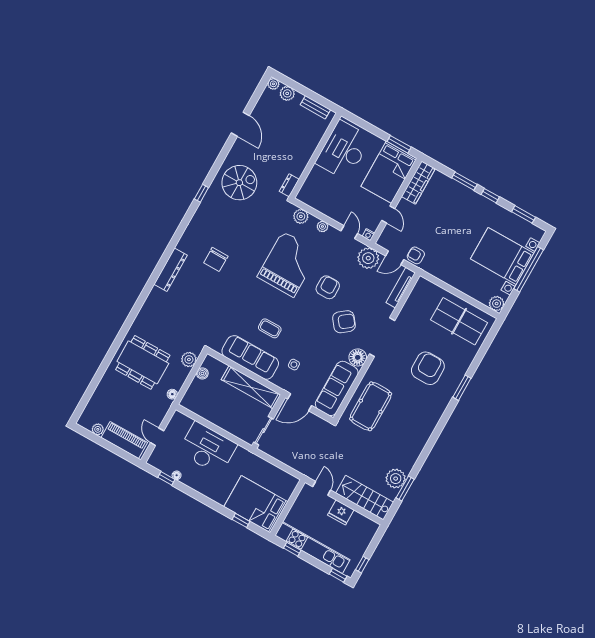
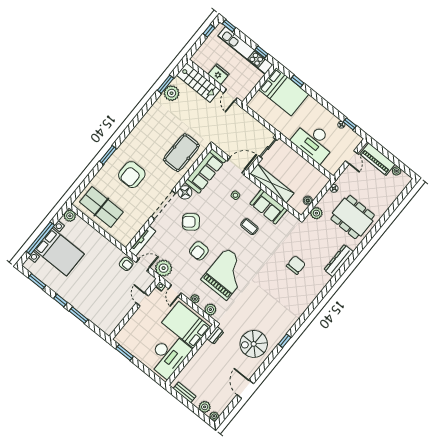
bed: (389, 172) -> (186, 325), moved, turned -90
wardrobe: (418, 183) -> (115, 320), removed
chair: (216, 259) -> (296, 265), moved
grand piano: (288, 264) -> (227, 274), turned 180
dresser: (171, 270) -> (339, 261), moved
sofa: (250, 357) -> (268, 207), width x0.73

